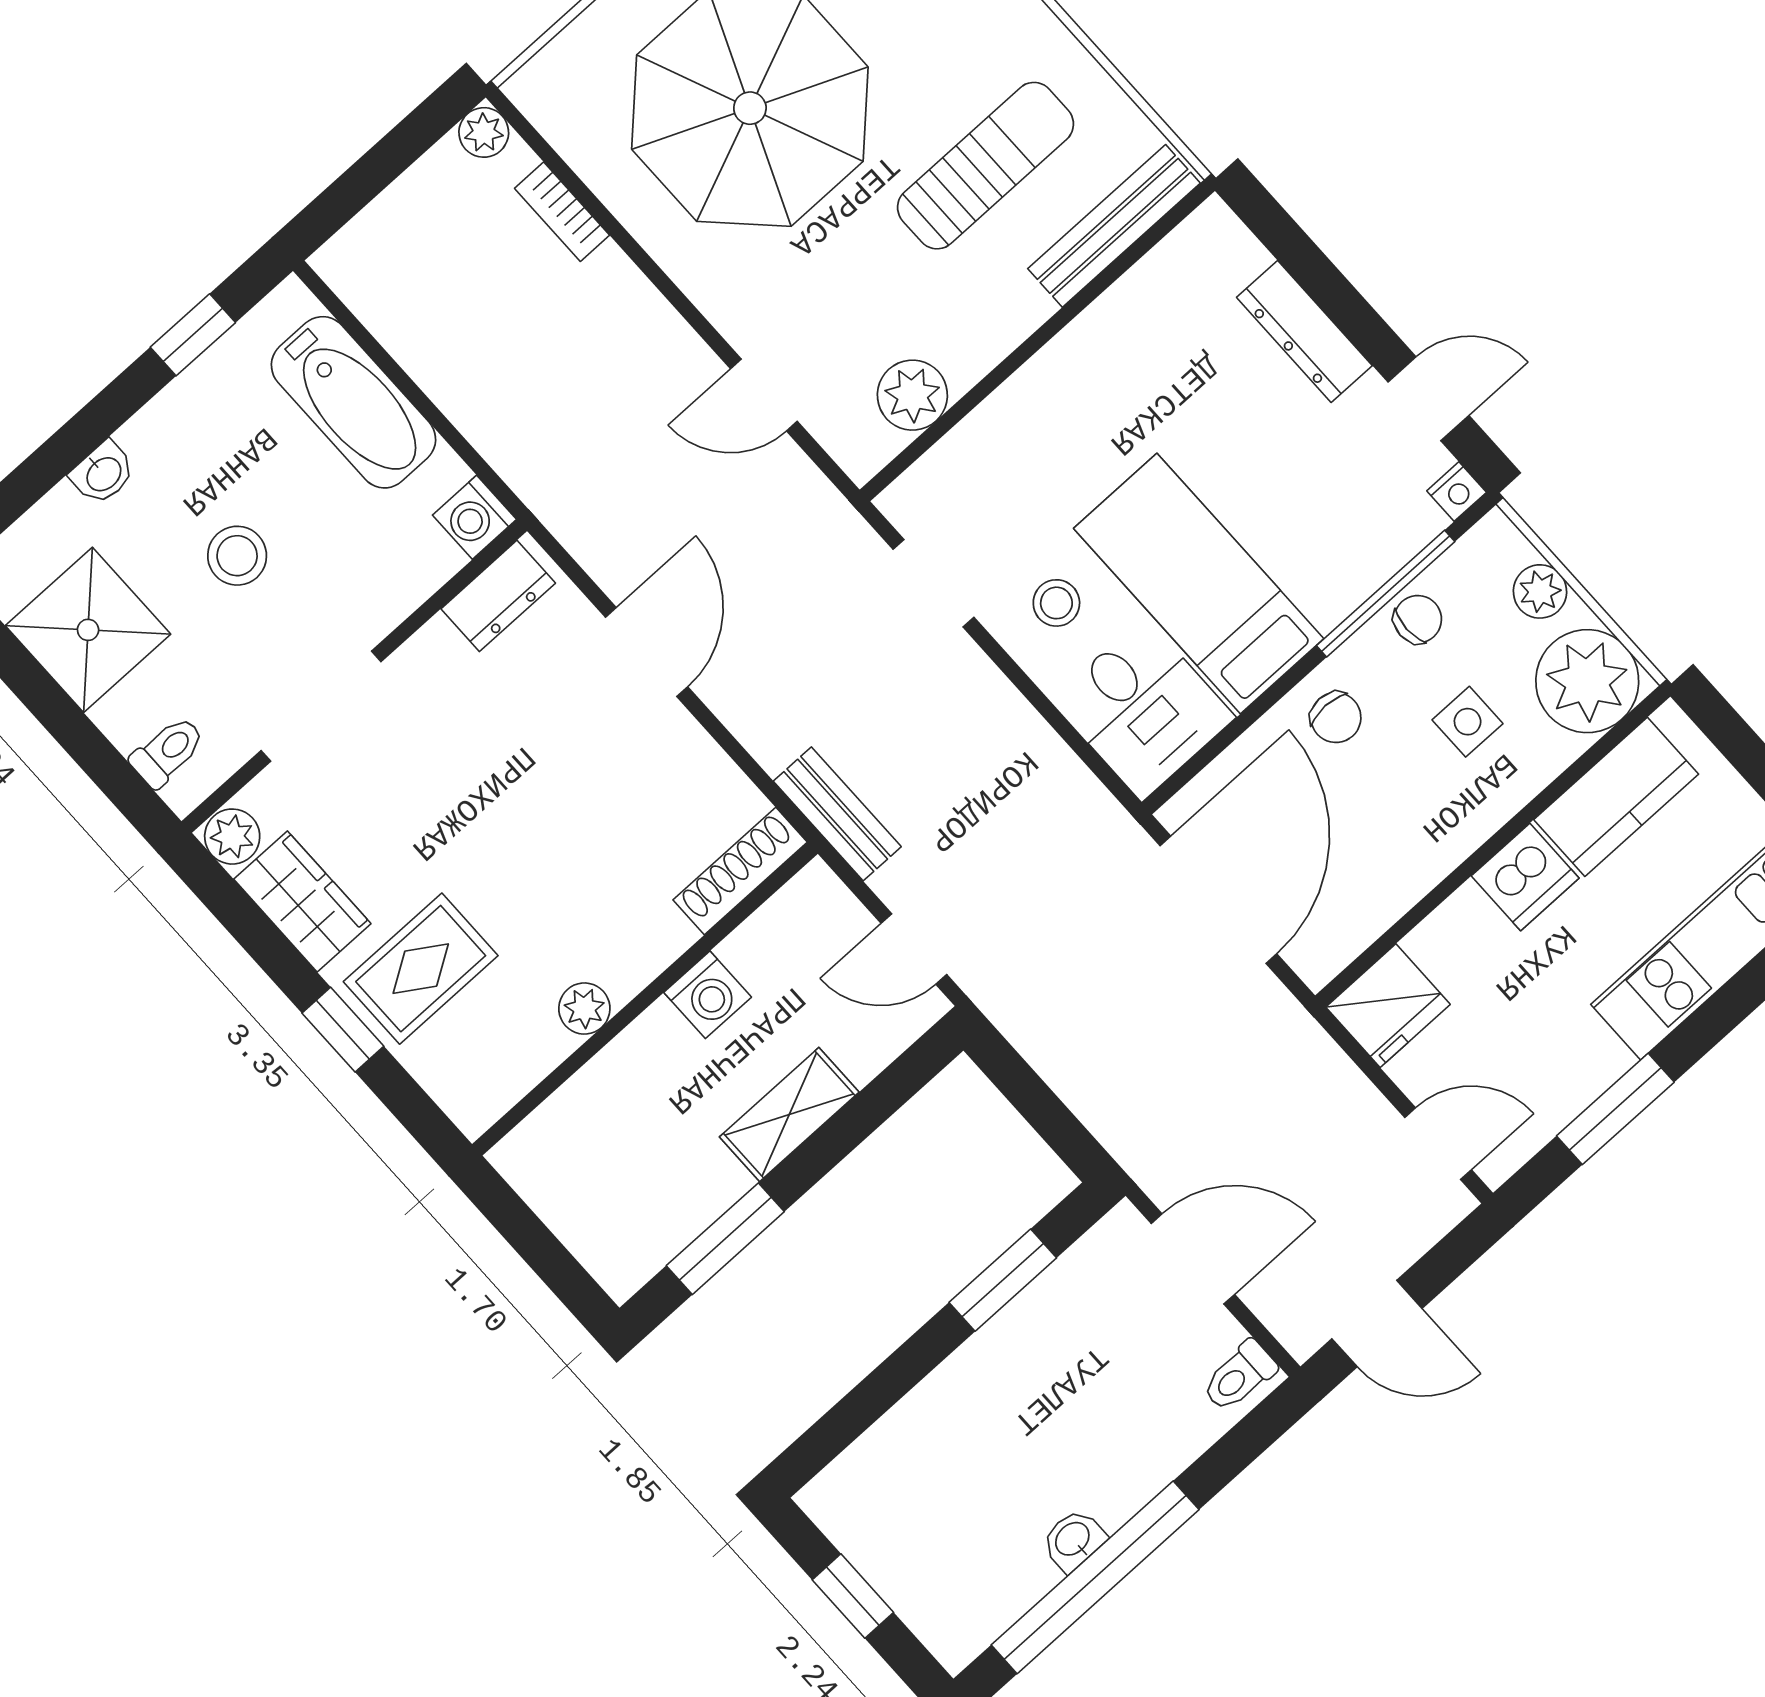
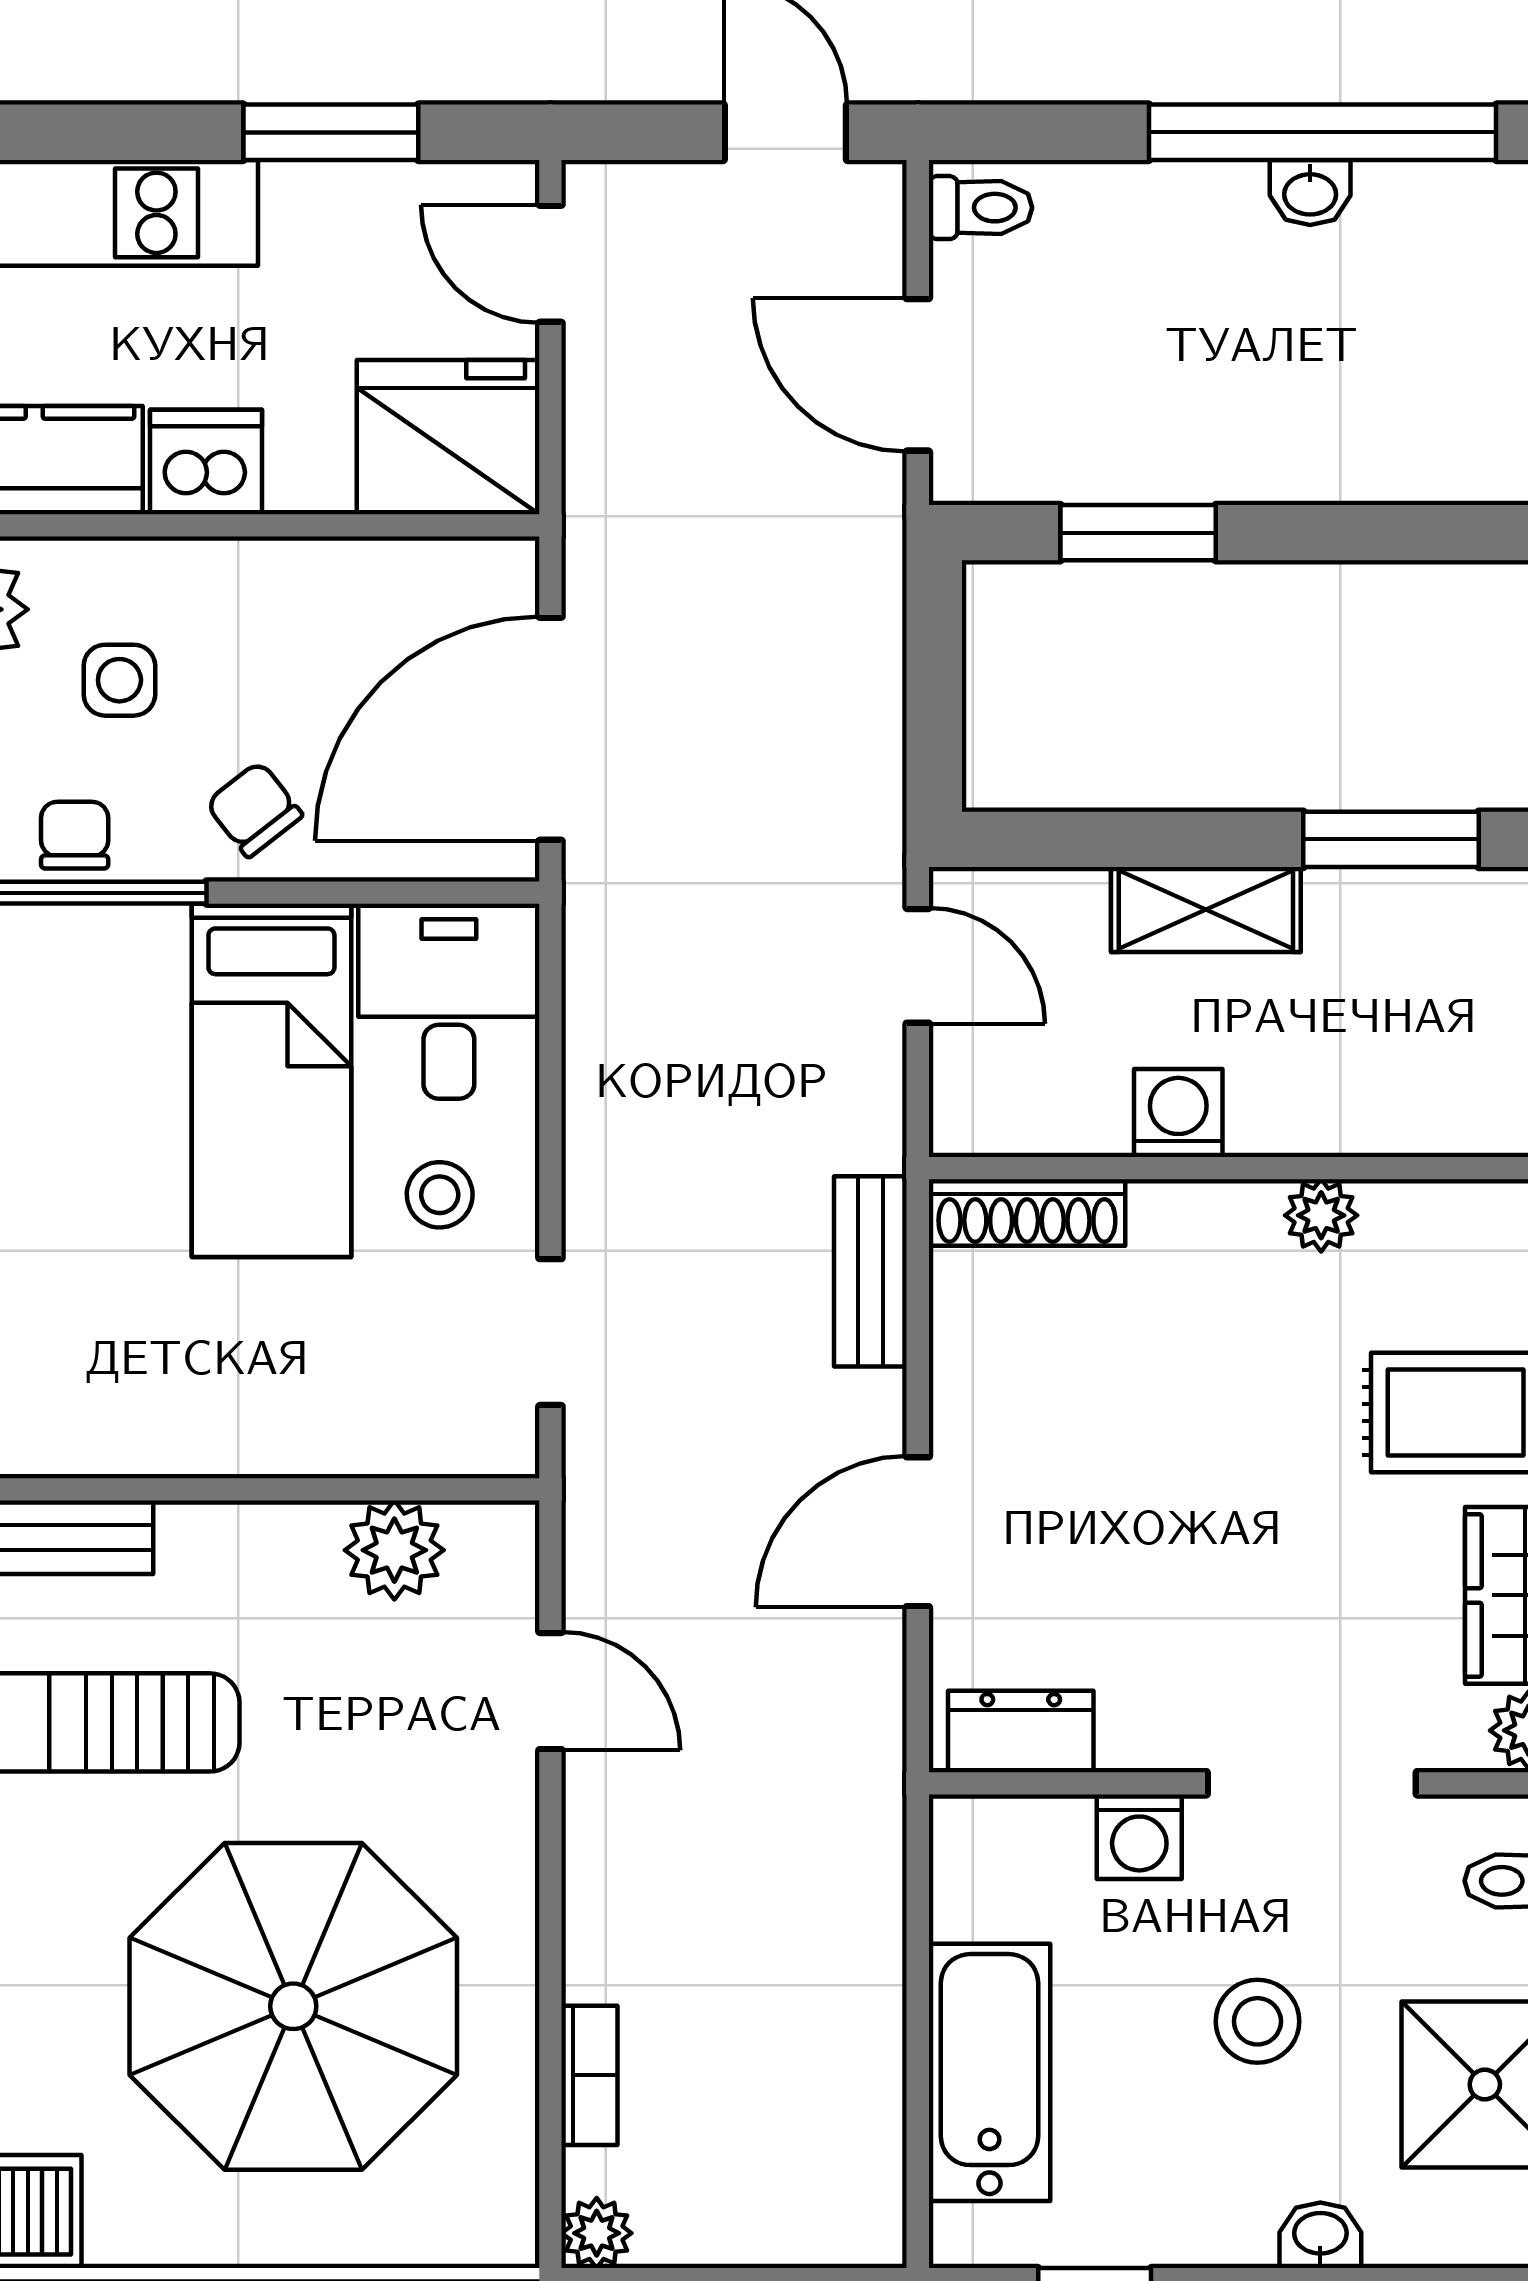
washing machine: (475, 517) -> (1139, 1837), moved, turned 90
chair: (1418, 619) -> (75, 835), turned 90
chair: (1336, 718) -> (254, 809), turned -38
bench: (837, 814) -> (870, 1271), moved
fridge: (1388, 1006) -> (448, 437), width x1.36, depth x1.34

